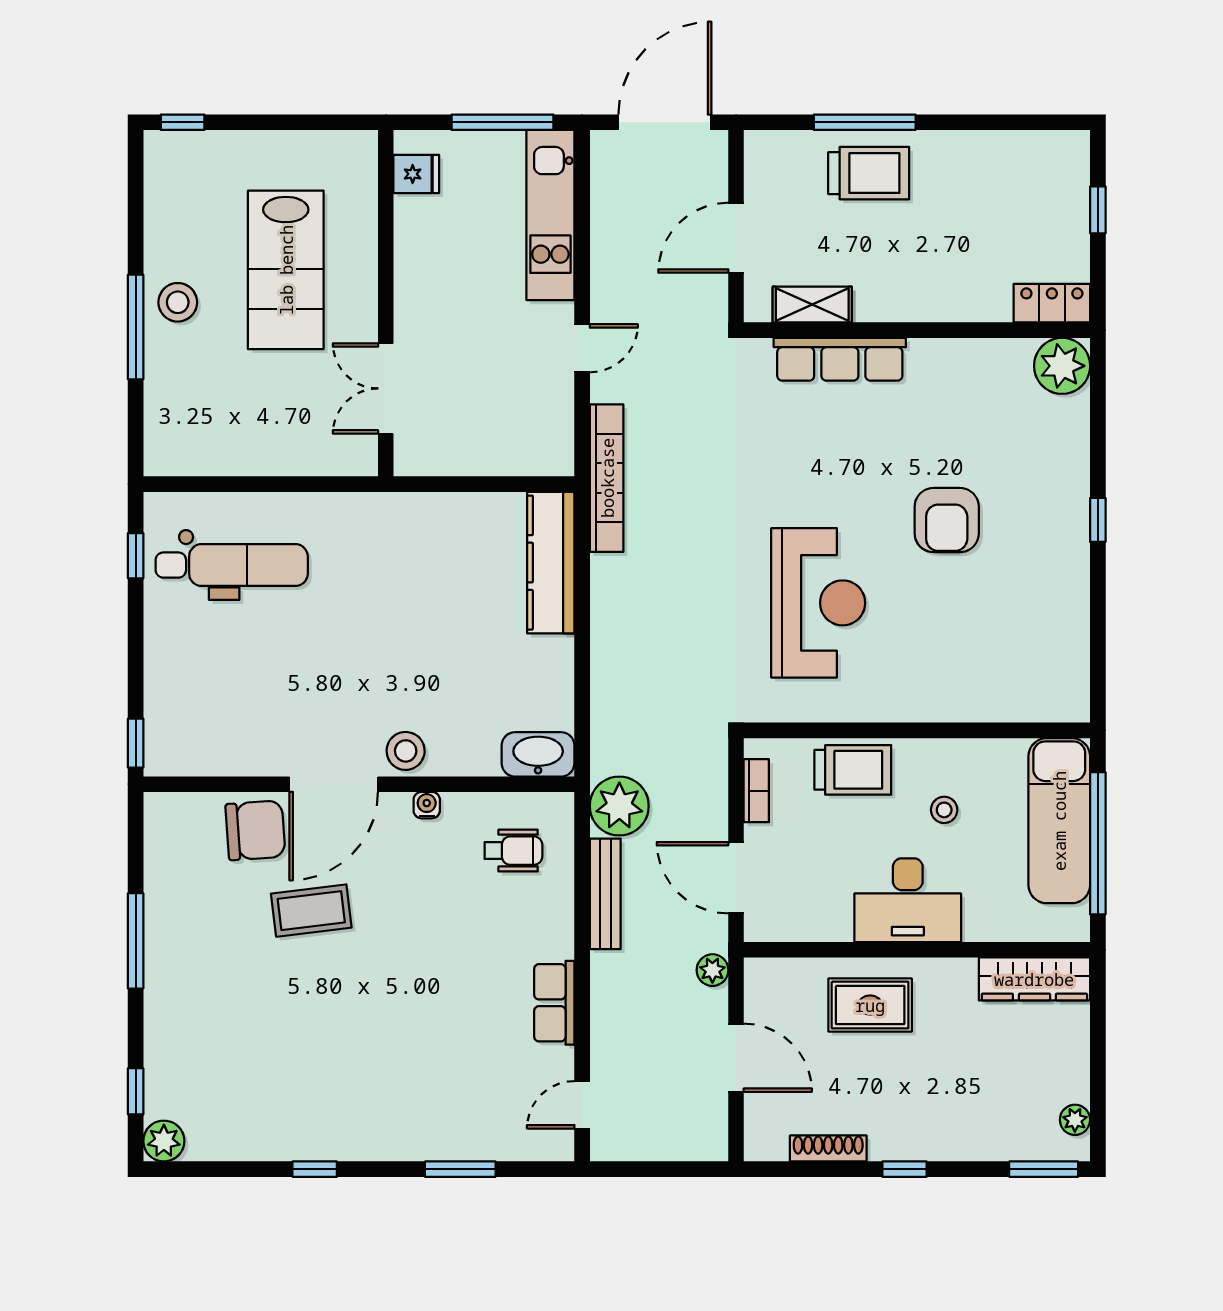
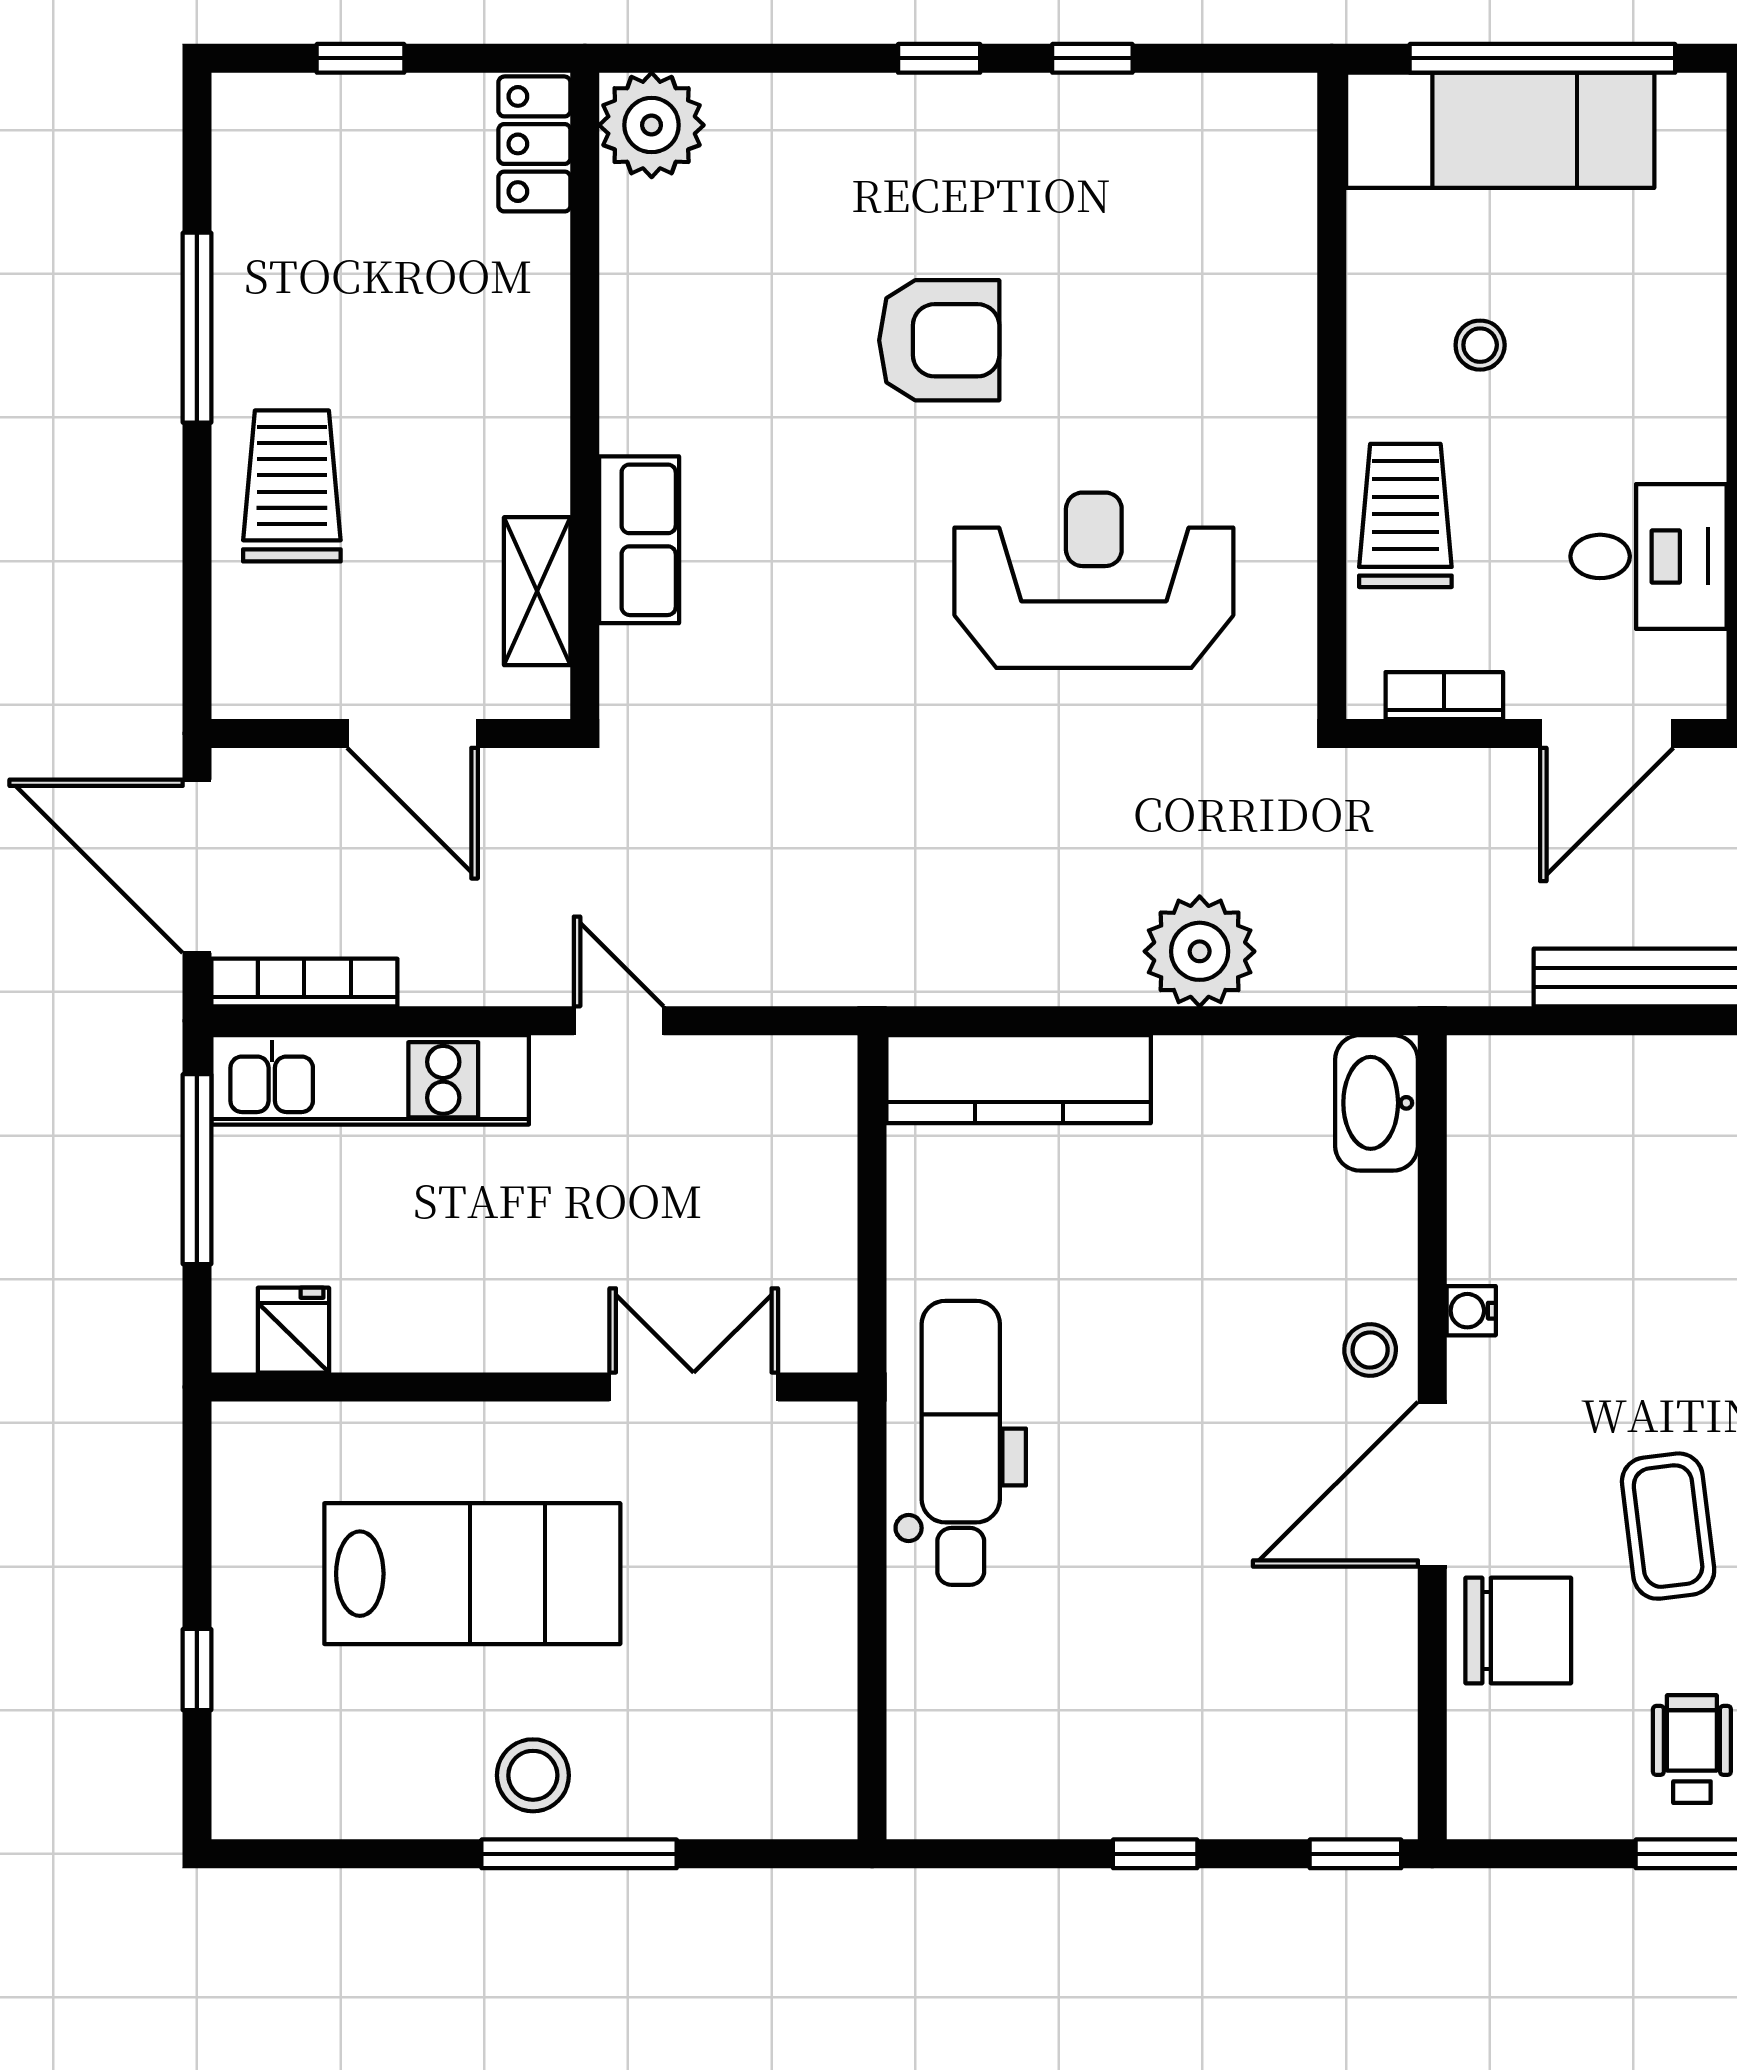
window: (183, 122) -> (197, 1670), moved
window: (865, 122) -> (197, 328), moved
row of seats: (840, 359) -> (639, 540), width x0.68
double door: (386, 388) -> (694, 1387), swing flipped
bookcase: (607, 478) -> (304, 983), moved, width x0.68, depth x0.76
window: (136, 556) -> (1155, 1854), moved
dental chair: (232, 565) -> (961, 1443), moved
window: (1098, 602) -> (1092, 58), added
stool: (406, 751) -> (1370, 1350), width x0.73, depth x0.73
door: (334, 784) -> (1432, 1484), swing flipped
plant: (619, 806) -> (1200, 951), moved
chair: (255, 830) -> (1518, 1631), turned 94
wheelchair: (513, 851) -> (1692, 1749), moved
desk: (908, 900) -> (1649, 556), moved, width x0.73

